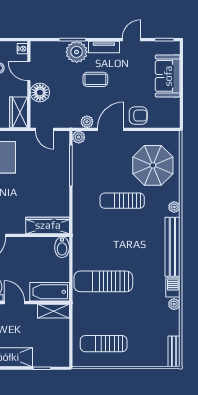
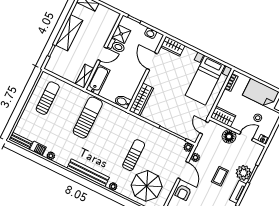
door: (44, 129) -> (204, 128), hinge flipped
barbecue: (173, 287) -> (38, 148), moved

